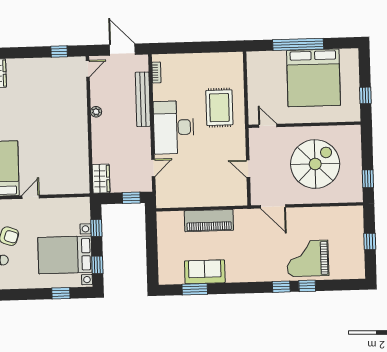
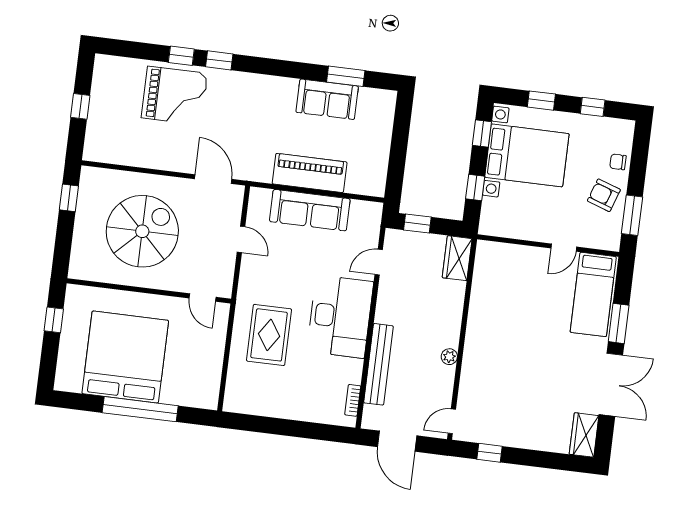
spiral stairs: (315, 164) -> (142, 231), turned 180
sofa: (205, 196) -> (310, 210), added
window: (26, 294) -> (593, 107), added

